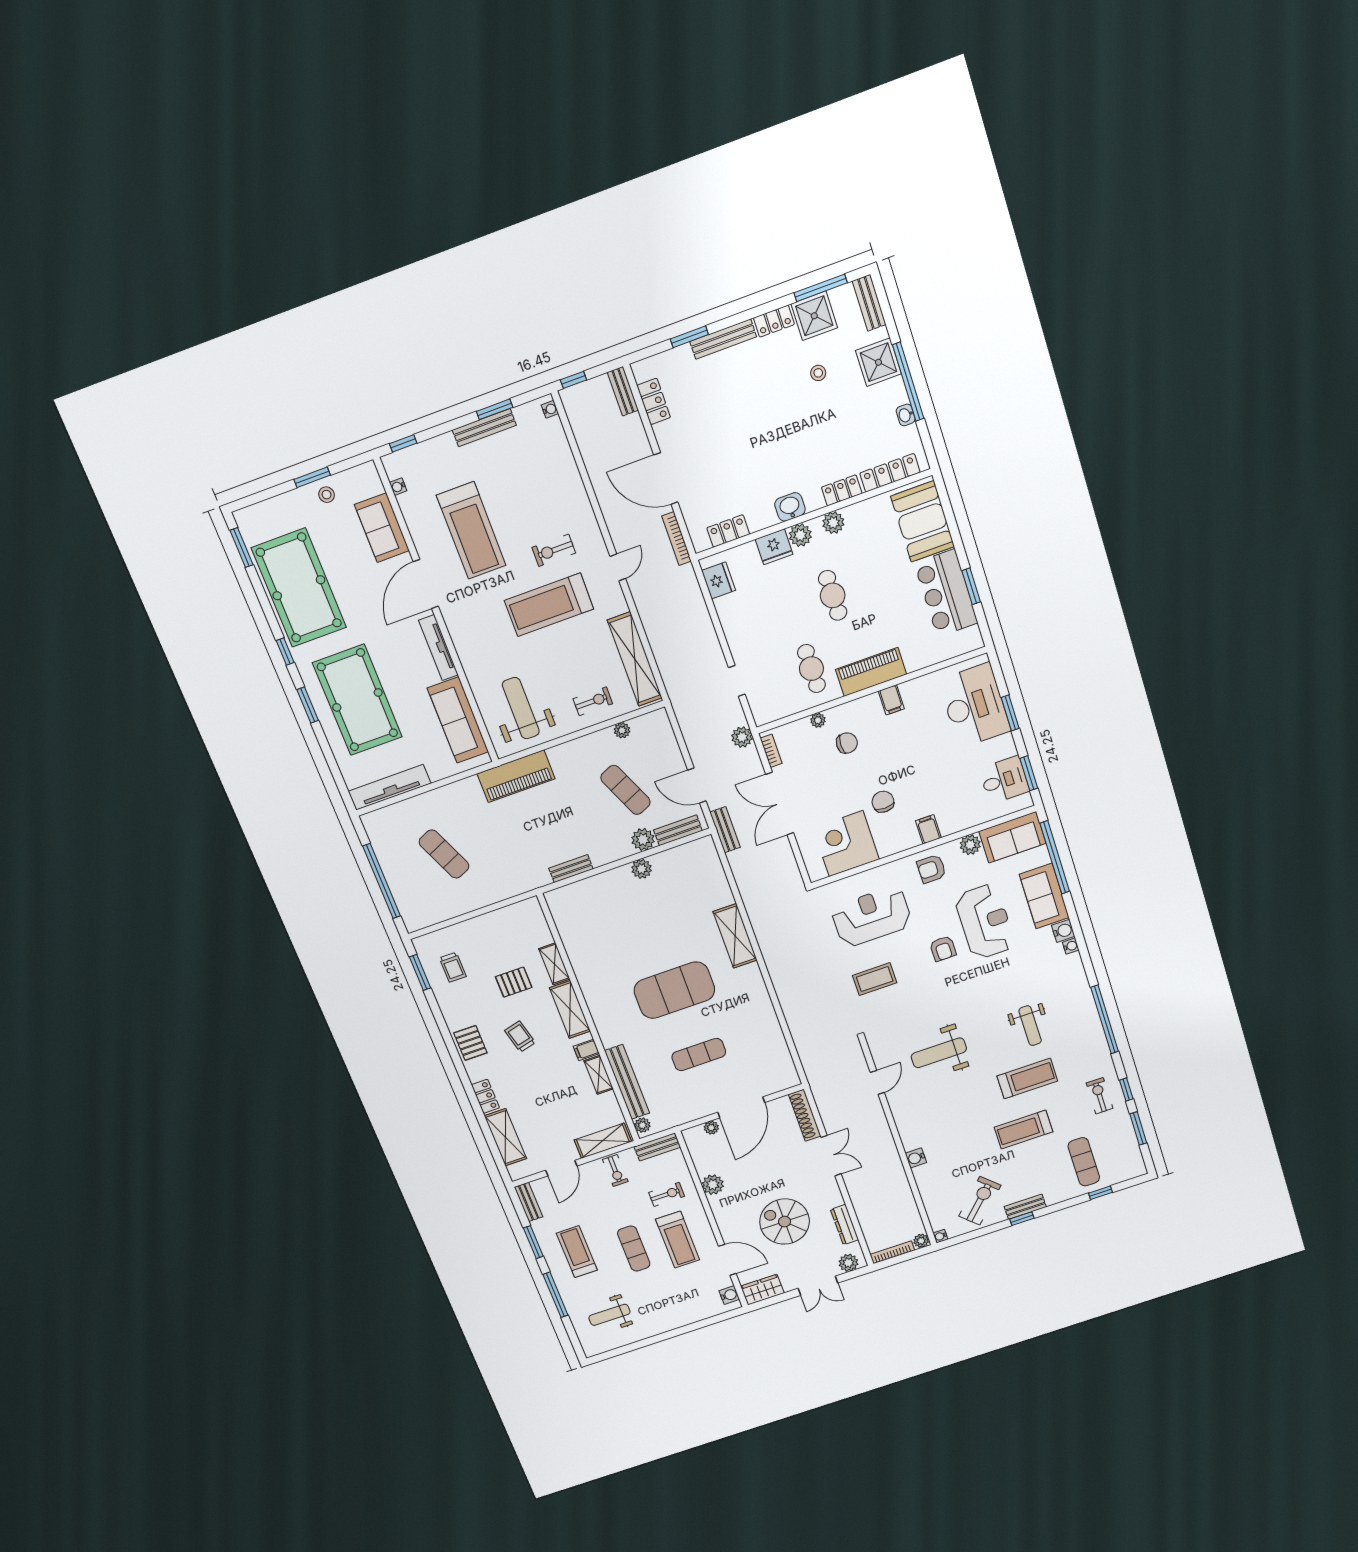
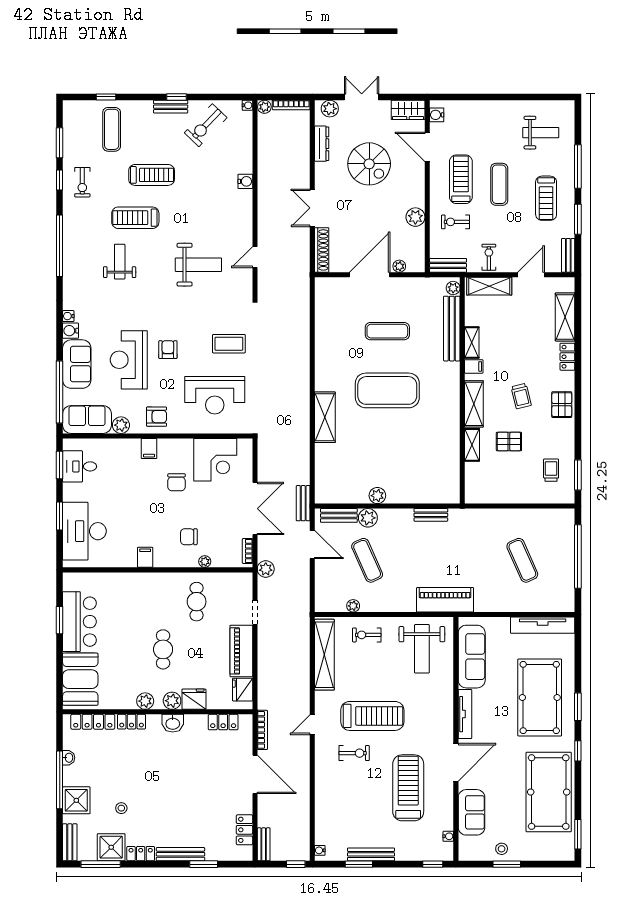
piano: (871, 672) -> (241, 651), moved, turned 90

